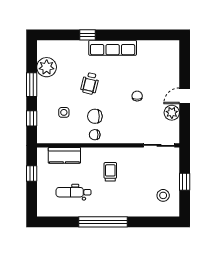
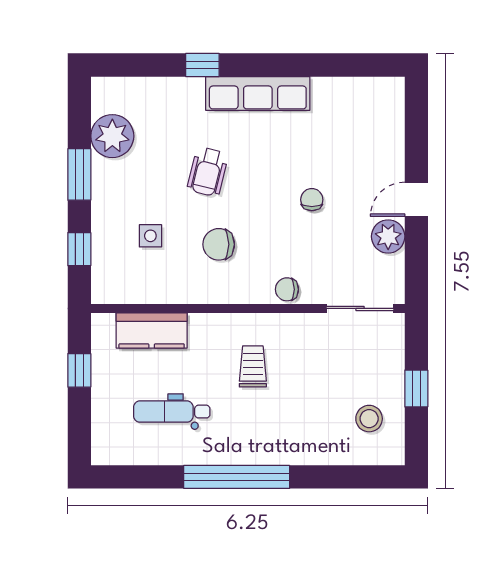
chair: (95, 135) -> (287, 289), moved

